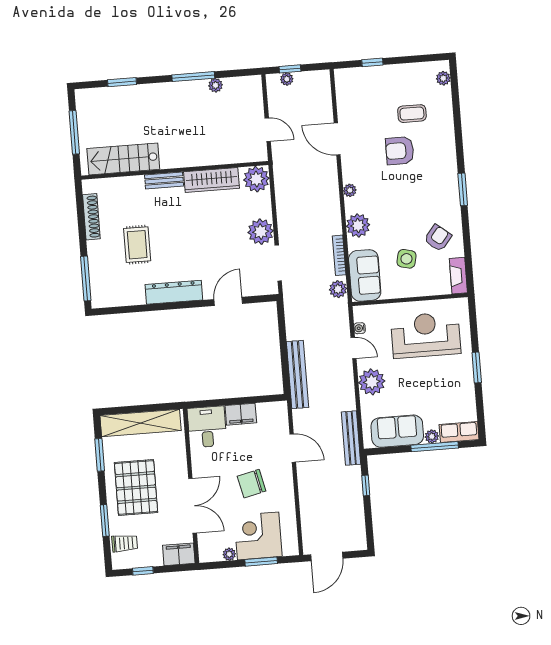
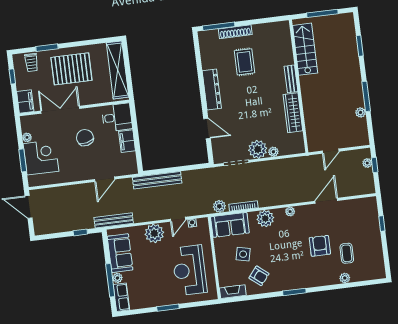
plant: (443, 78) -> (345, 278), moved
plant: (256, 179) -> (273, 152), moved, width x0.53, depth x0.53
shoe rack: (91, 217) -> (235, 32), moved
rug: (137, 245) -> (244, 62), turned 90
reception desk: (426, 335) -> (189, 270), turned 180
window: (100, 455) -> (94, 42), removed
chair: (252, 484) -> (85, 138), moved
double door: (193, 506) -> (60, 110), swing flipped

